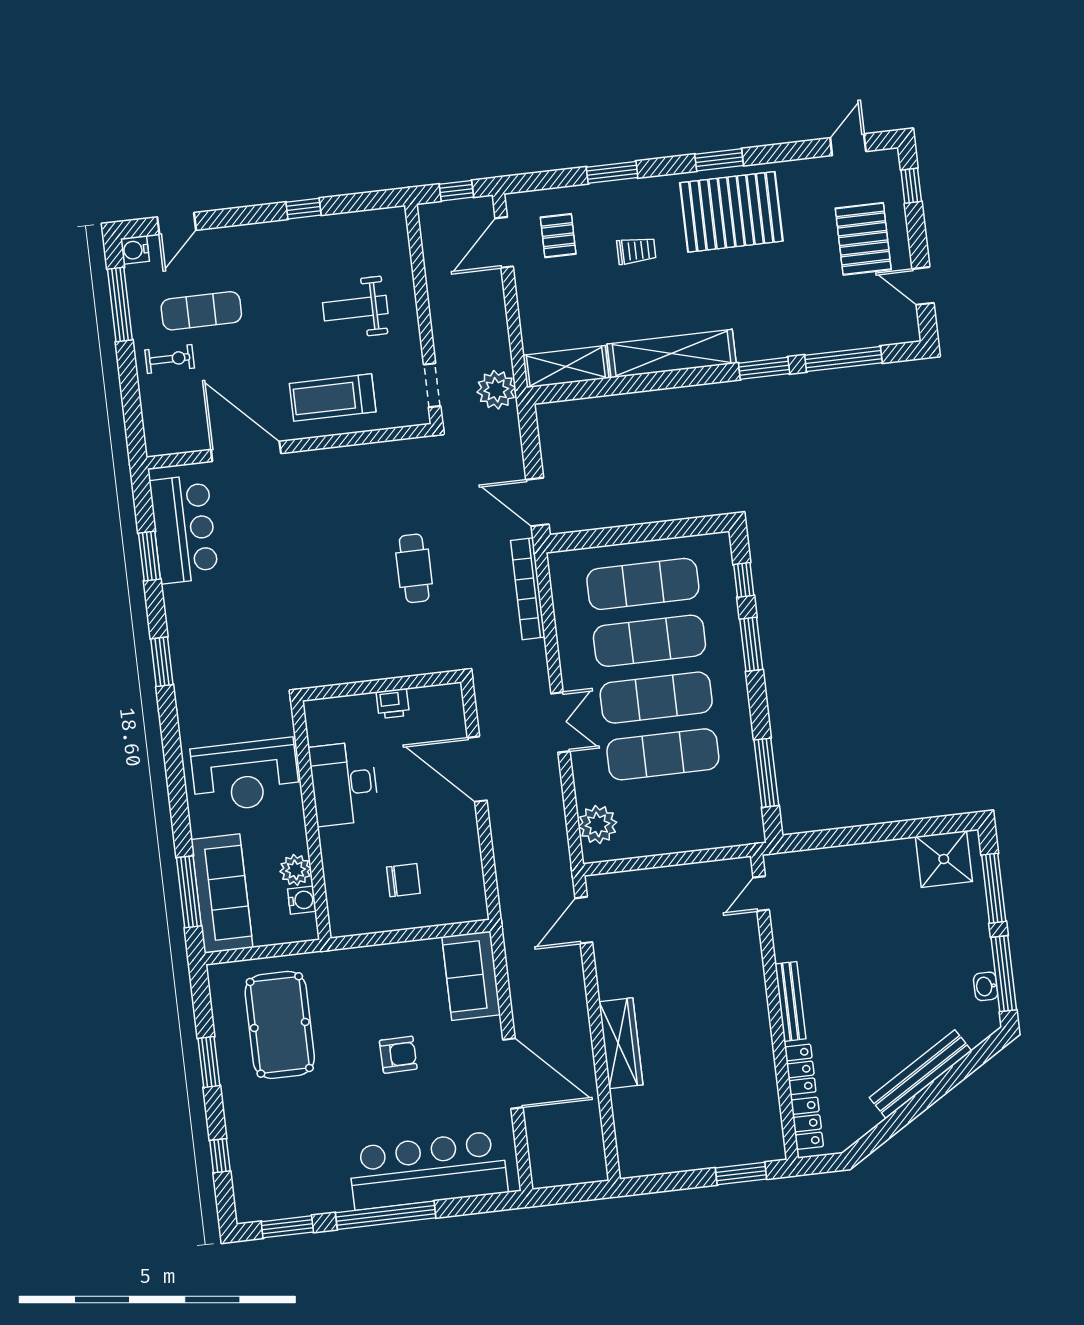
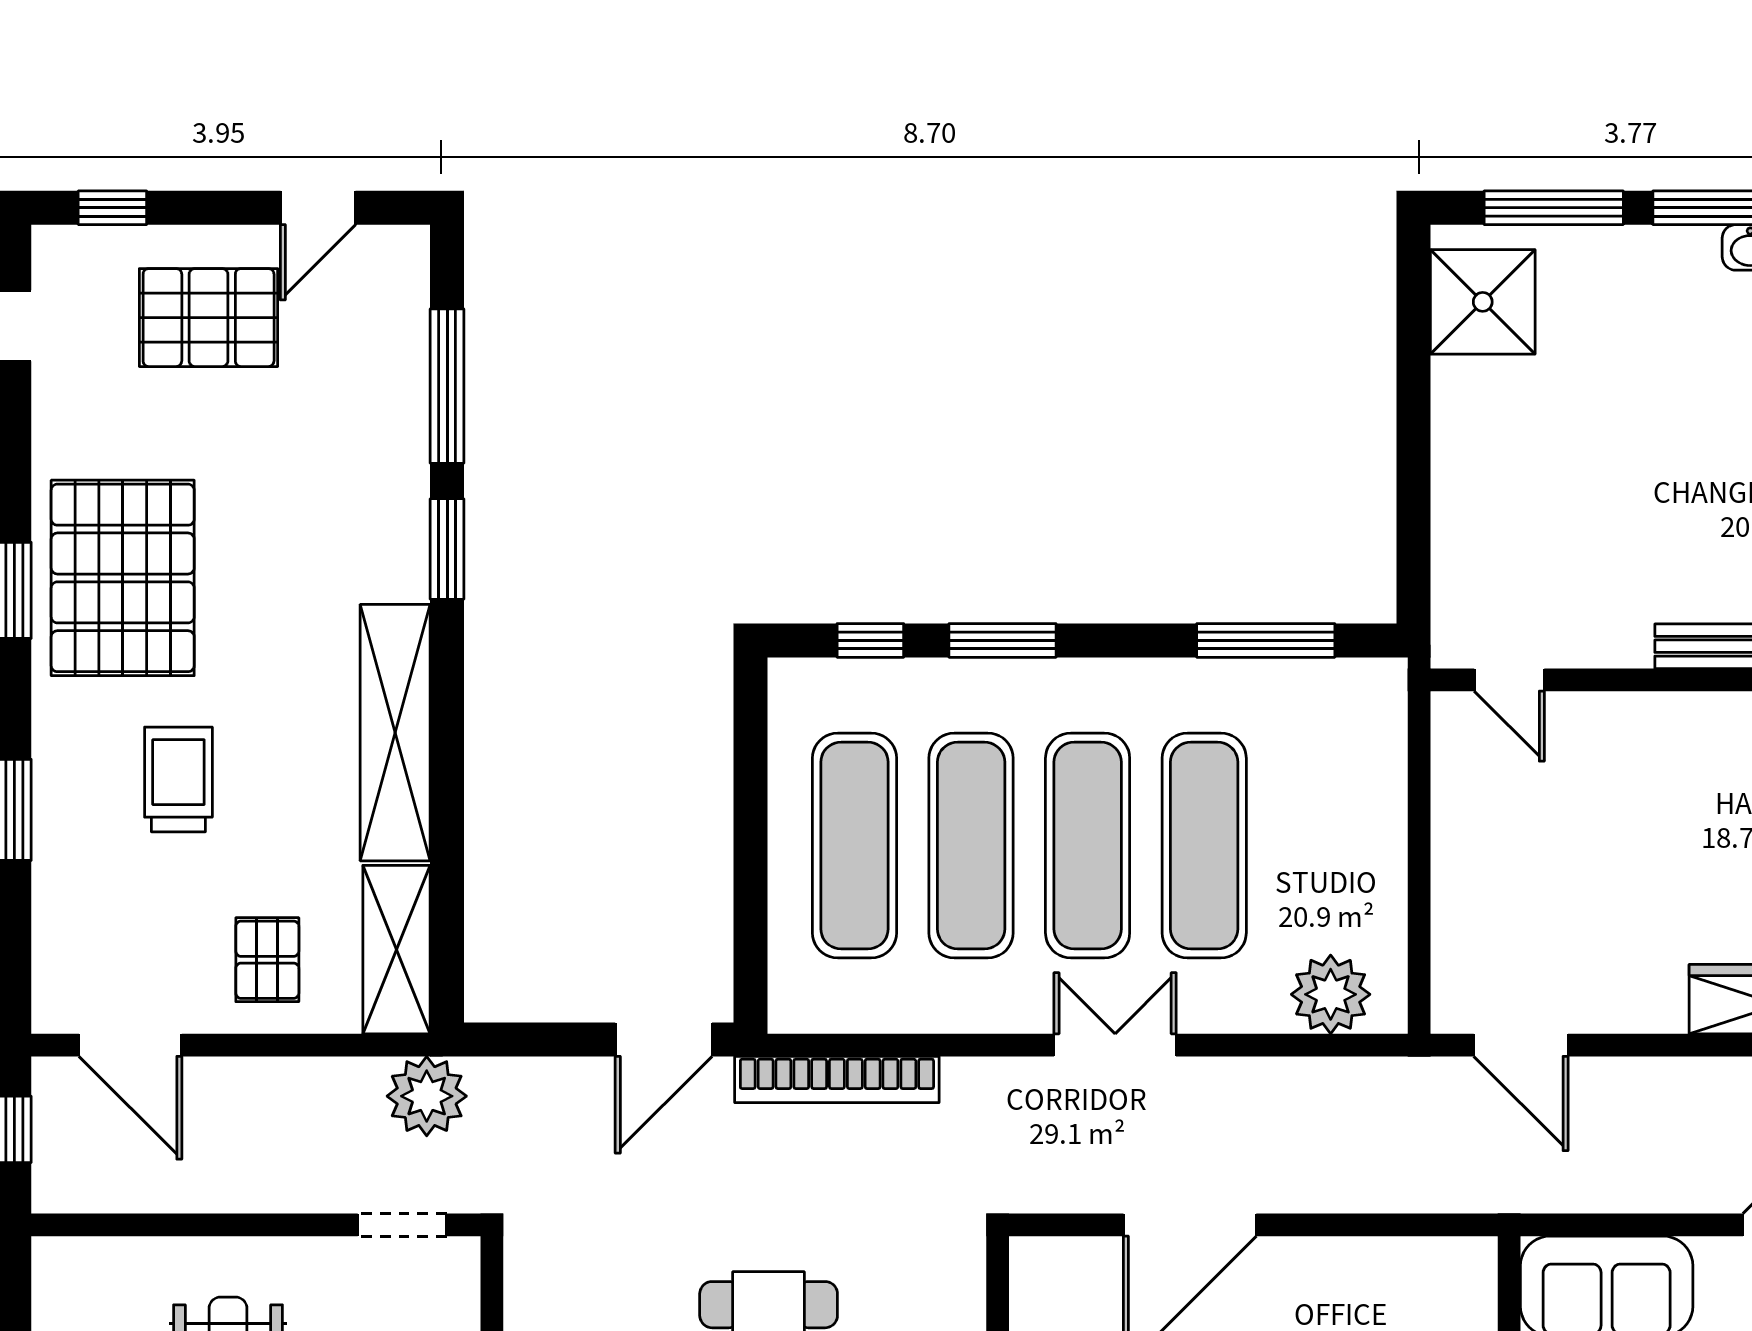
pallet: (558, 236) -> (267, 960), moved, turned 90
trolley: (636, 251) -> (178, 779), width x1.36, depth x1.39

